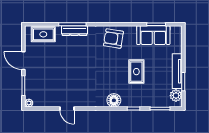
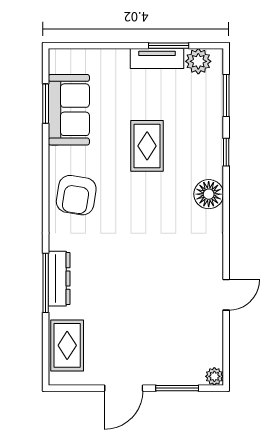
tv unit: (177, 71) -> (157, 58), width x0.71
rug: (136, 72) -> (147, 146), turned 90

